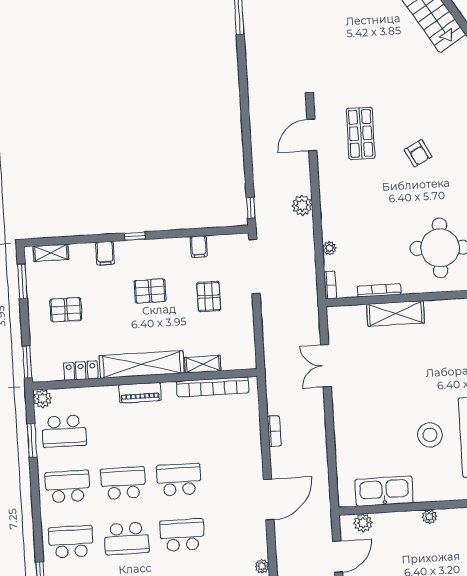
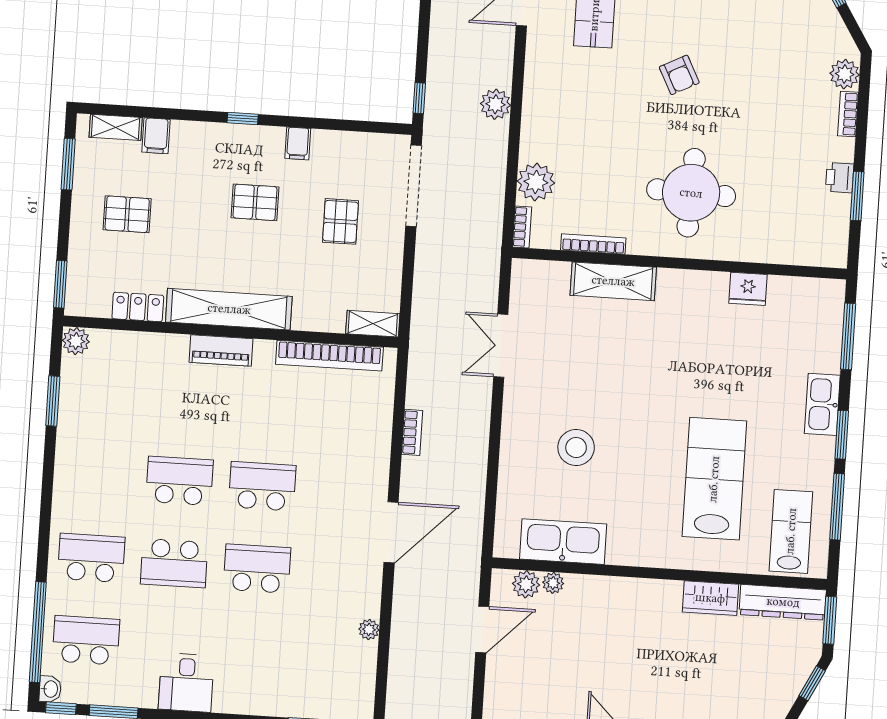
armchair: (418, 153) -> (679, 75), moved
filing cabinet: (199, 247) -> (298, 143), moved
plant: (329, 248) -> (536, 182), width x1.88, depth x1.88
filing cabinet: (105, 253) -> (156, 136), moved
shelving: (203, 364) -> (373, 324), moved
school desk: (64, 431) -> (102, 393), removed
stool: (430, 435) -> (576, 447), moved
school desk: (68, 486) -> (97, 475), removed
plant: (429, 517) -> (553, 583), moved

